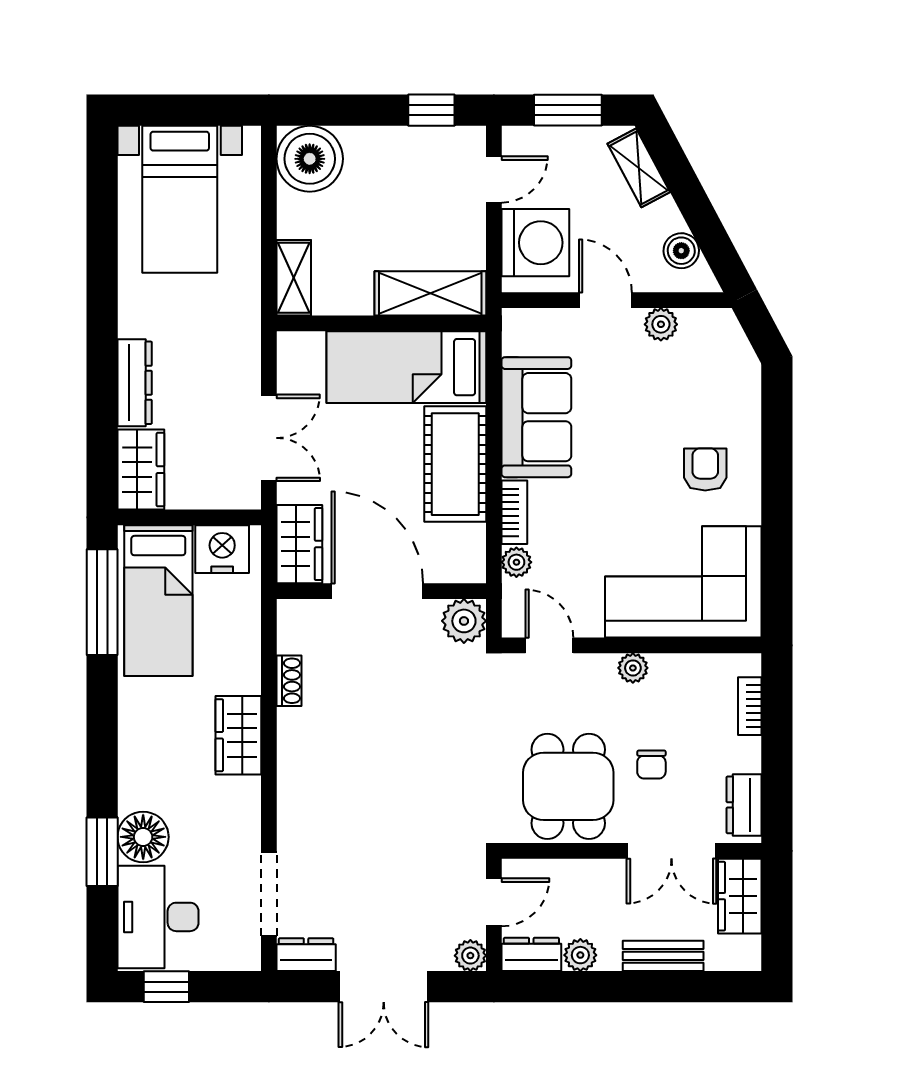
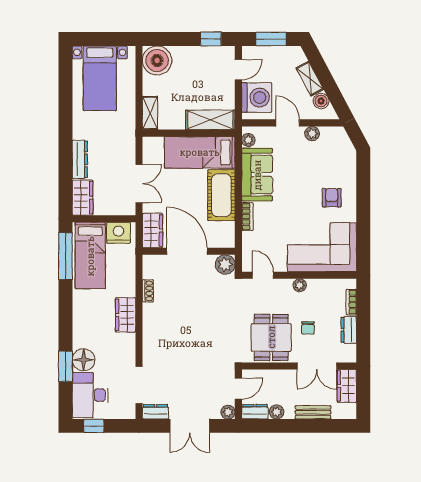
shelving: (639, 168) -> (310, 79), moved
plant: (516, 562) -> (248, 140), moved
dresser: (744, 805) -> (349, 330), moved

